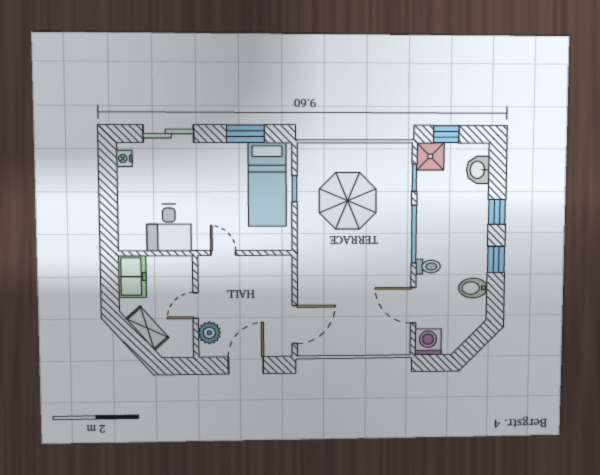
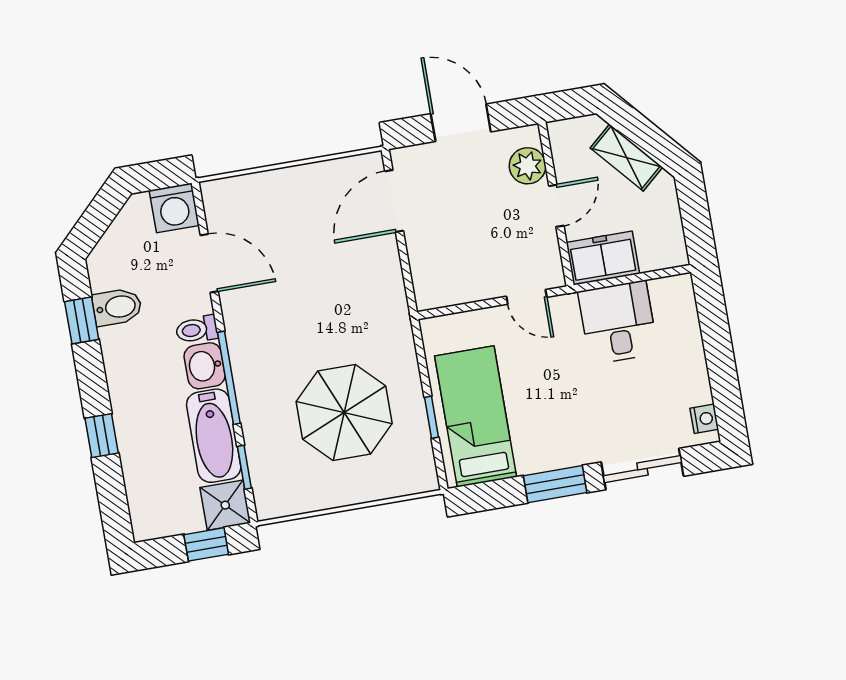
window: (245, 134) -> (555, 484), moved
washbasin: (478, 170) -> (205, 366), moved, turned 180
bathtub: (430, 200) -> (214, 436), added
window: (496, 260) -> (82, 320), moved
freezer: (132, 277) -> (603, 258), moved, turned 90
door: (246, 365) -> (461, 123), swing flipped

